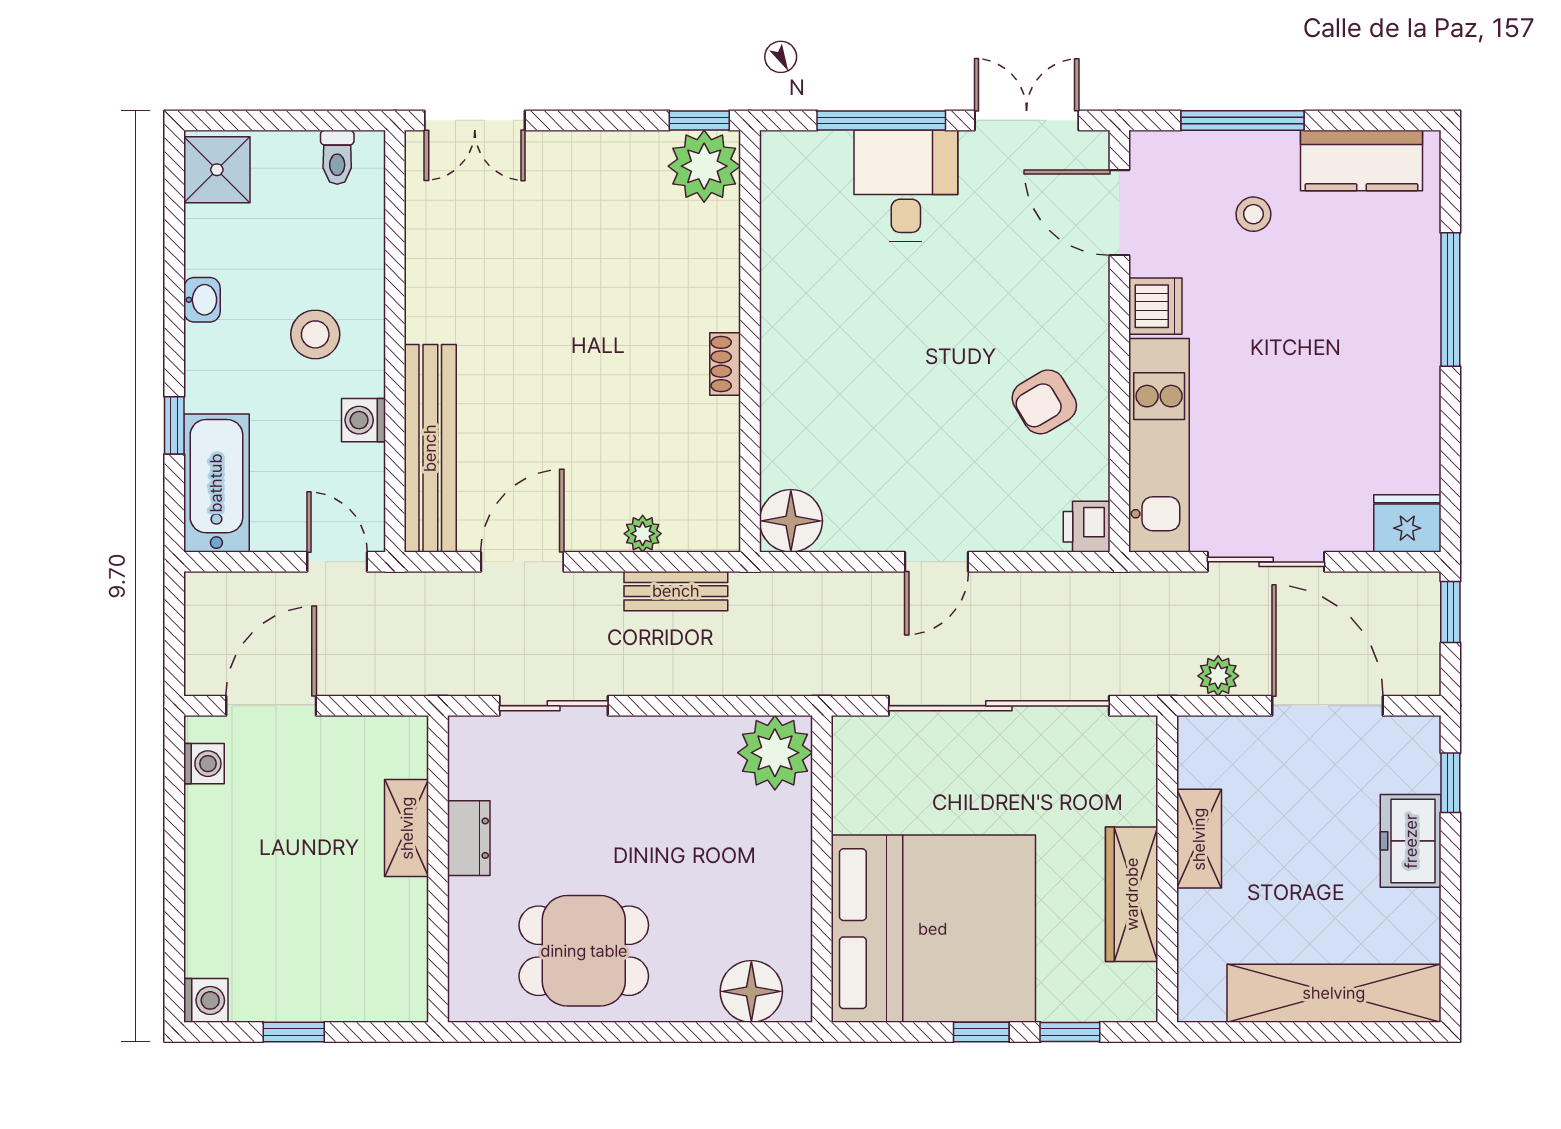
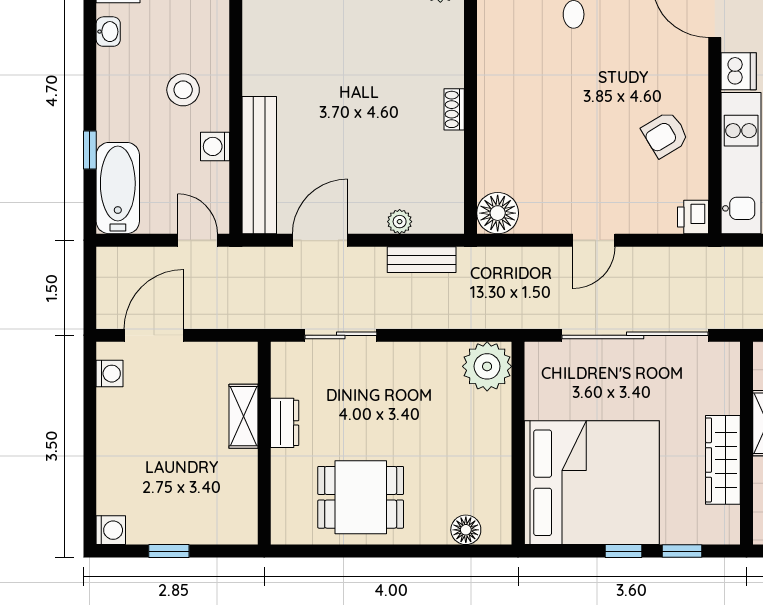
washbasin: (202, 300) -> (108, 32), moved
floor lamp: (751, 991) -> (466, 530), width x0.73, depth x0.73

